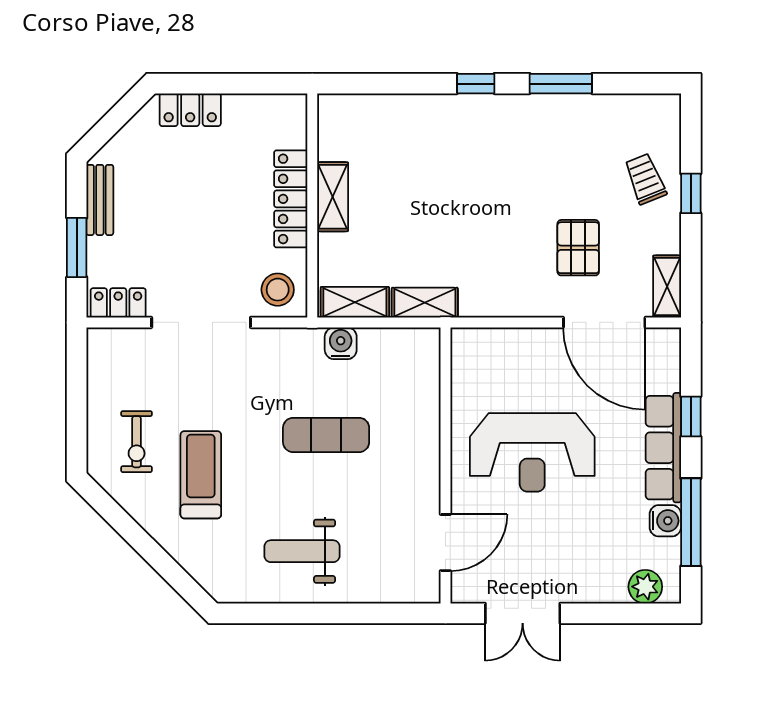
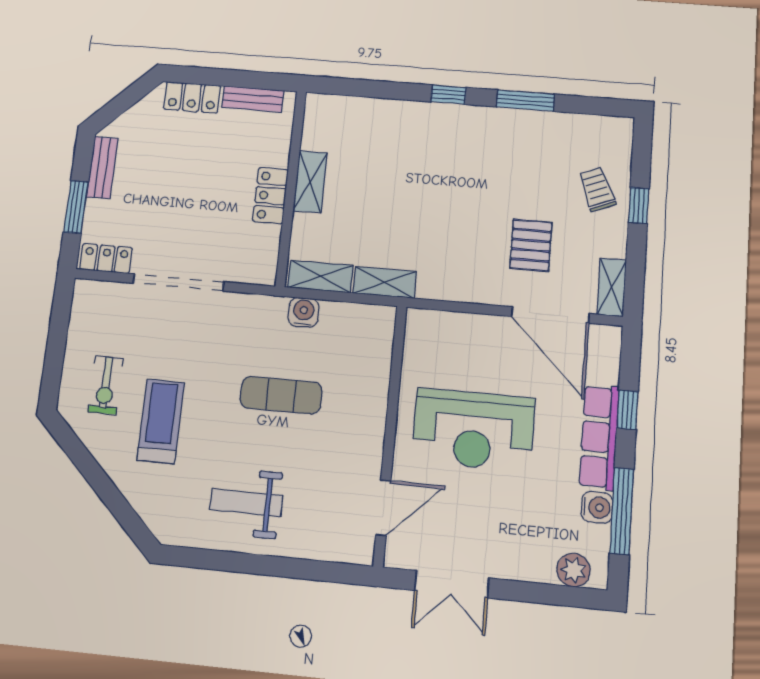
bench: (259, 106) -> (253, 99), added
locker: (291, 199) -> (271, 196), width x0.66
stool: (278, 290) -> (251, 259), removed

